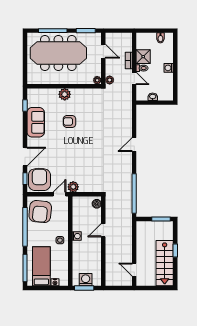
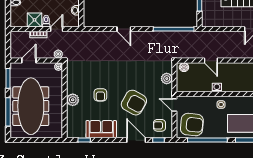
armchair: (62, 155) -> (134, 103), added
armchair: (39, 180) -> (159, 125), width x0.53, depth x0.53
plant: (73, 187) -> (167, 79), moved

